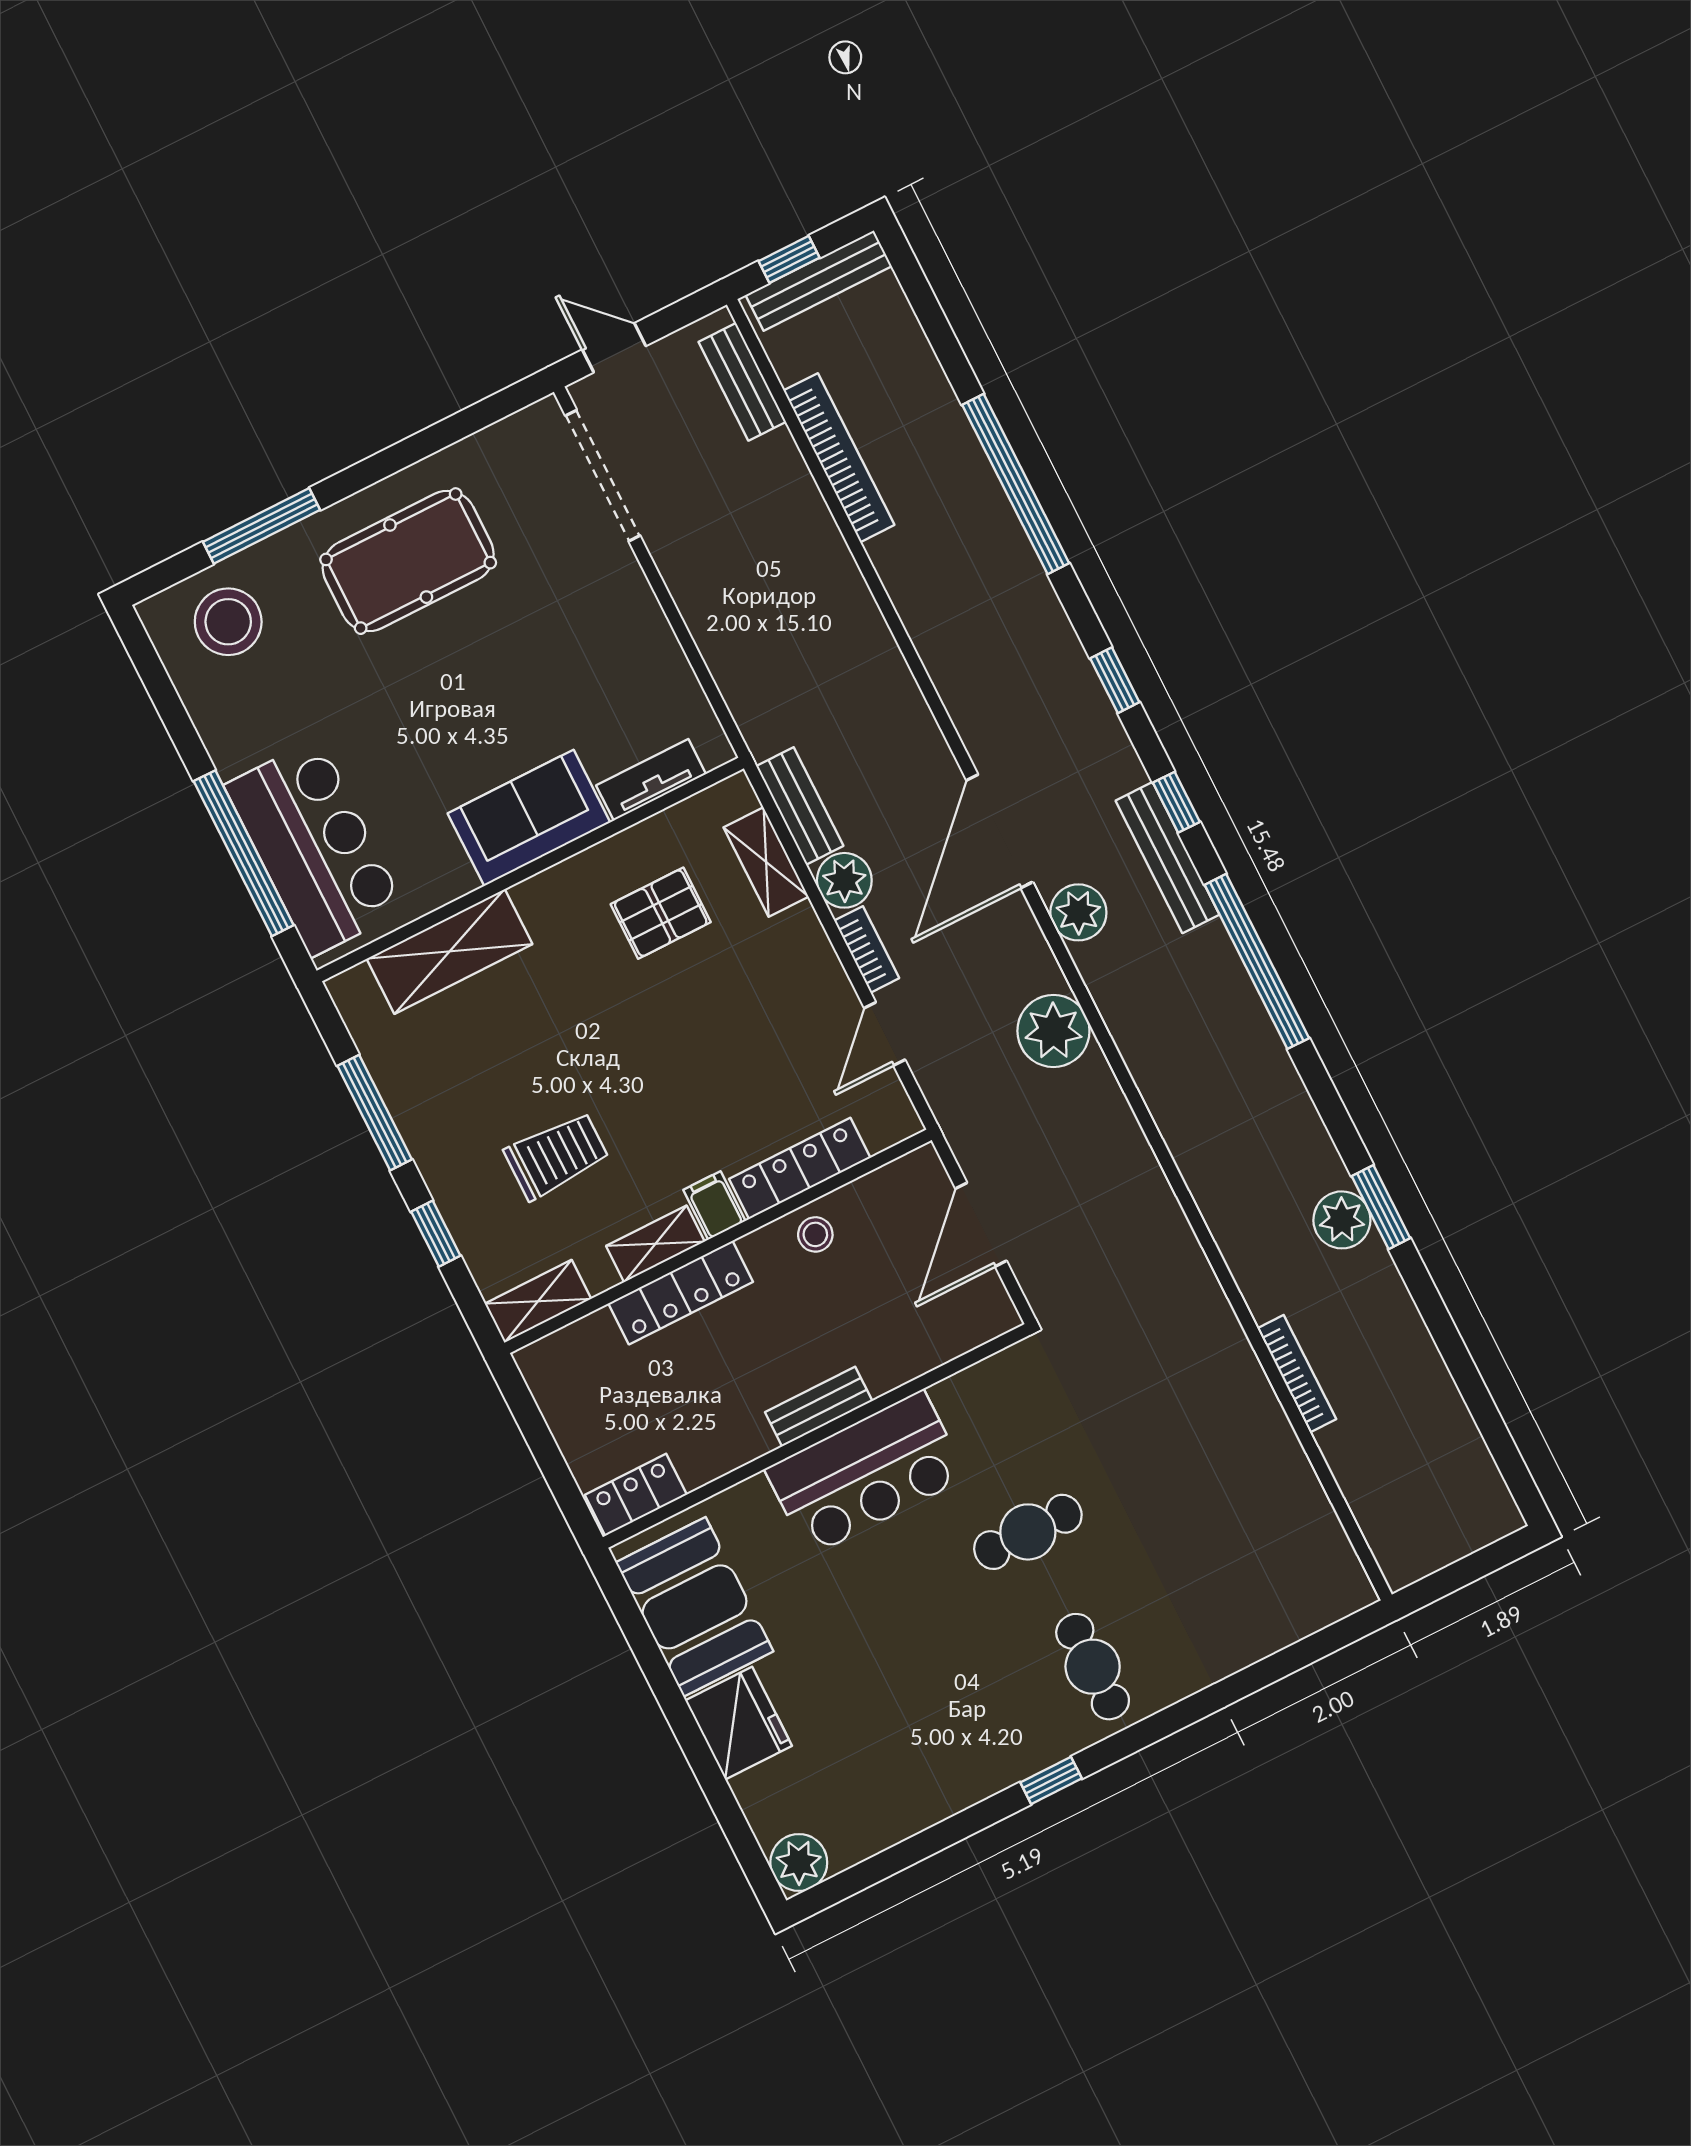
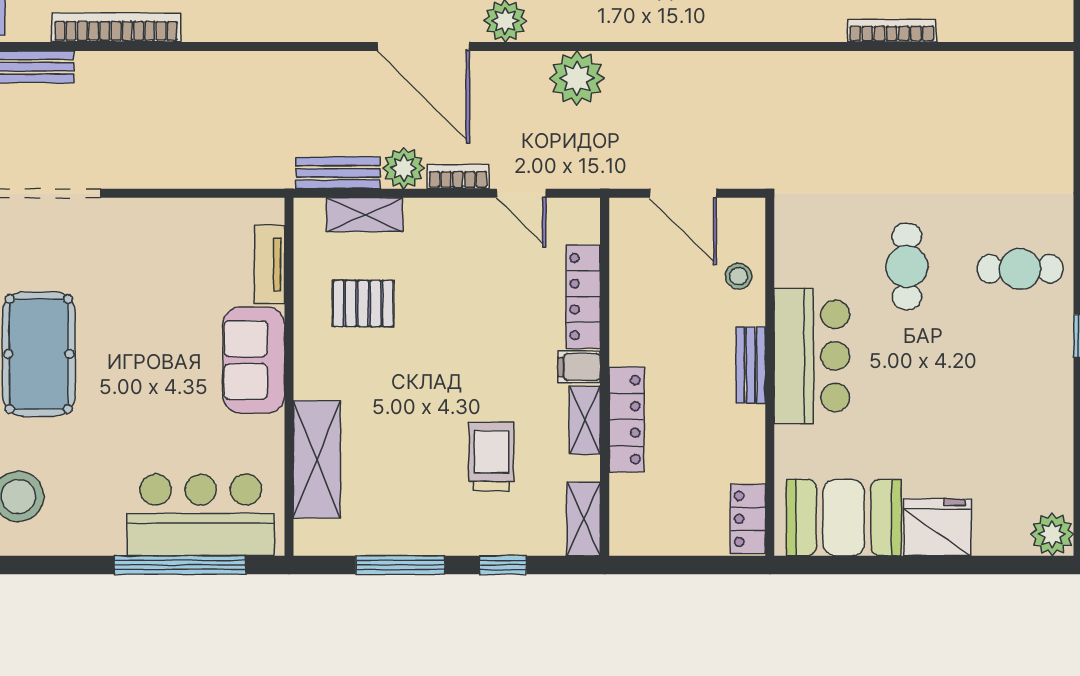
pallet: (661, 913) -> (363, 303), turned 90
stool: (815, 1234) -> (739, 276), moved

